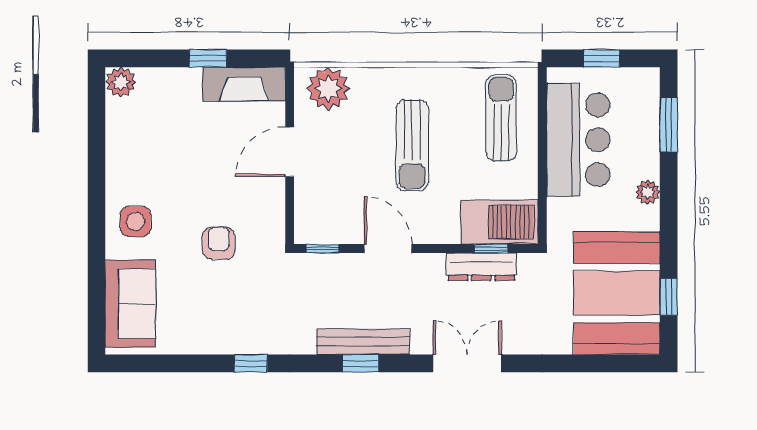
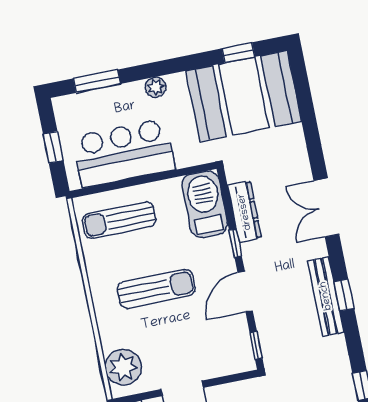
window: (491, 249) -> (235, 243), moved

